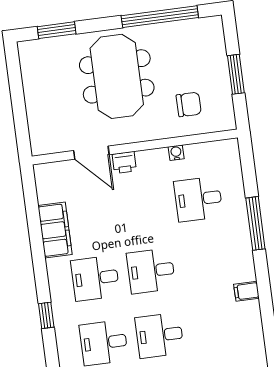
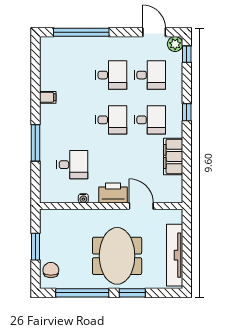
window: (57, 30) -> (132, 293), moved
tv unit: (34, 88) -> (175, 255), added
chair: (189, 104) -> (51, 270), moved, turned 90
printer: (124, 162) -> (113, 193), width x1.87, depth x1.48
window: (46, 315) -> (187, 112), moved

